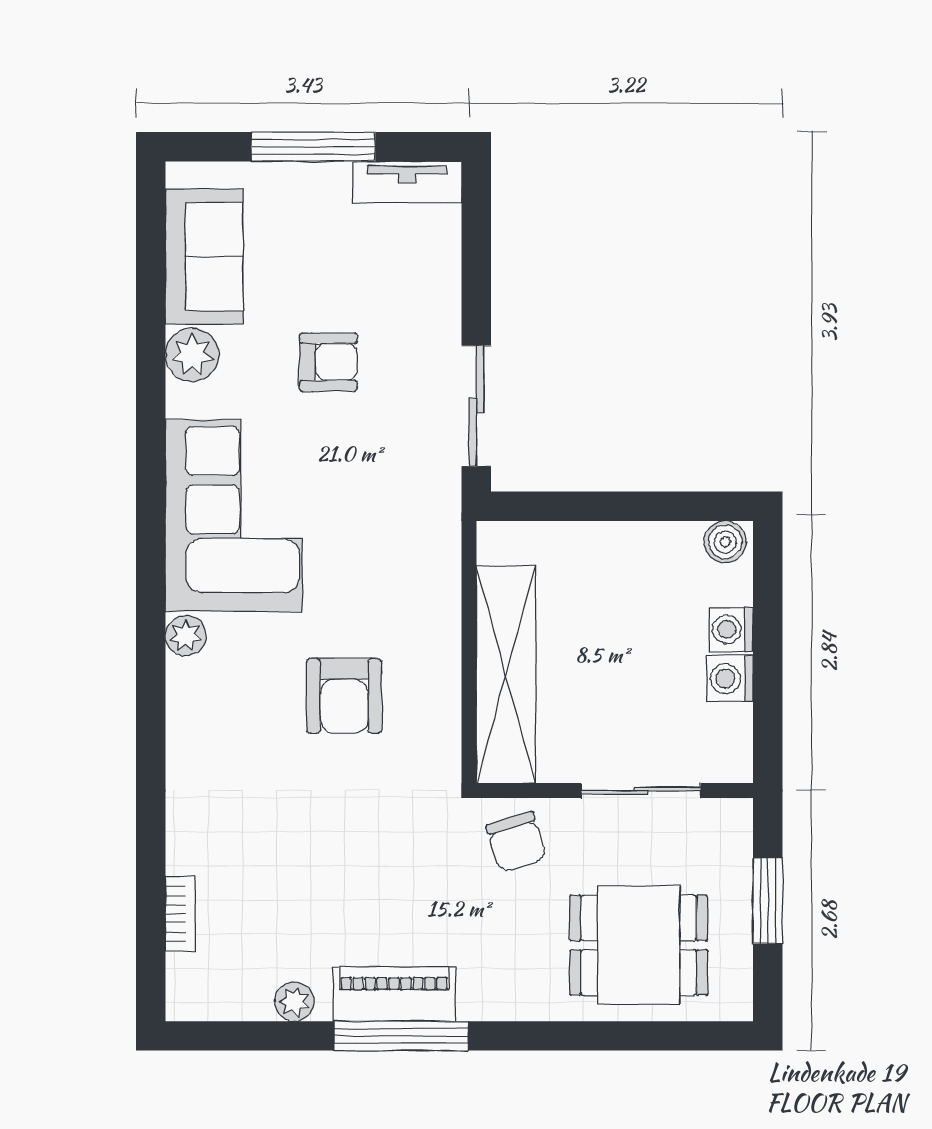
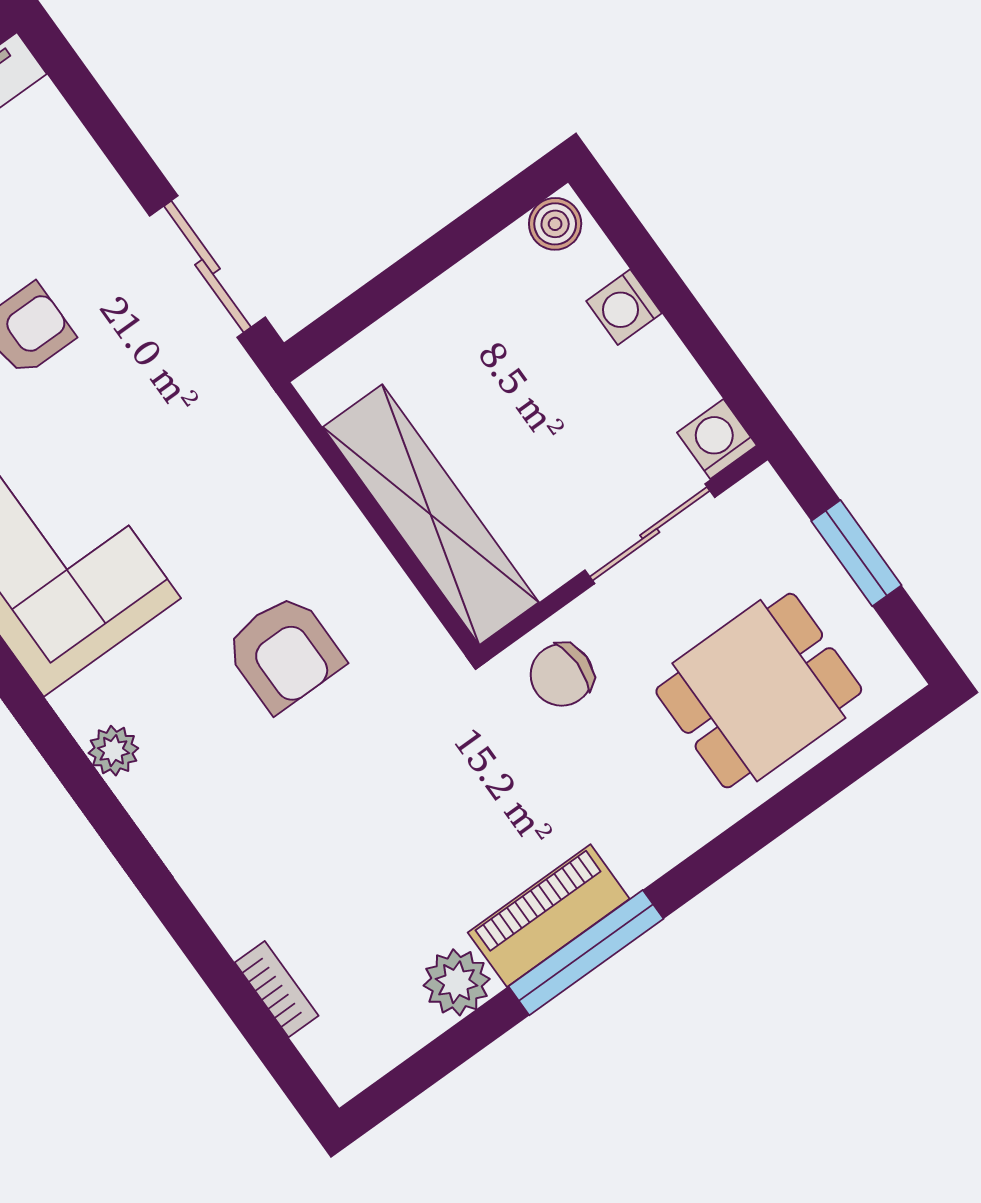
plant: (186, 636) -> (113, 751), moved
washing machine: (730, 679) -> (717, 439), moved, turned 90
chair: (516, 842) -> (562, 675), turned 107
plant: (294, 1002) -> (457, 982), width x1.38, depth x1.38

